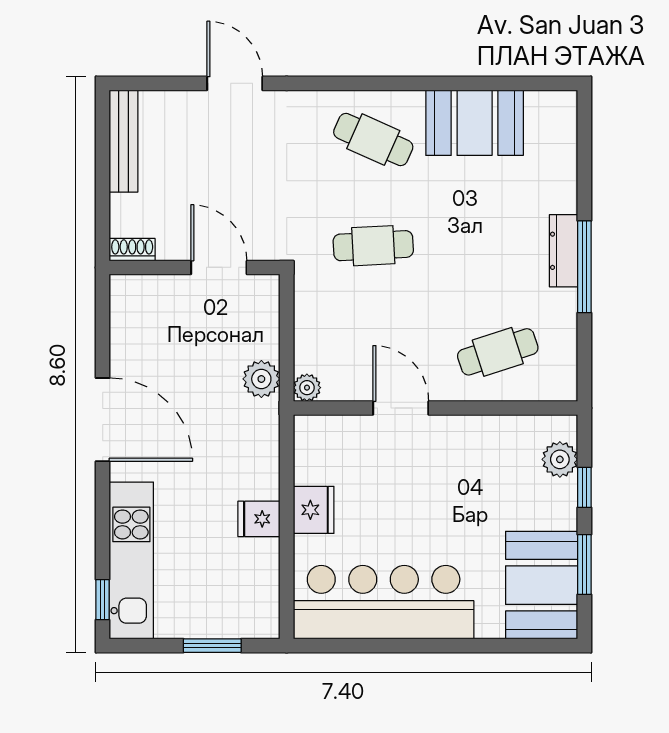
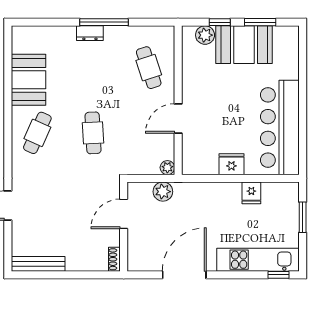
shoe rack: (132, 250) -> (114, 259), moved
dresser: (564, 251) -> (90, 33), width x0.70
wall: (195, 267) -> (124, 227), moved
door: (219, 267) -> (124, 214), moved
fridge: (259, 519) -> (251, 193), moved
booth: (542, 585) -> (244, 45), moved

